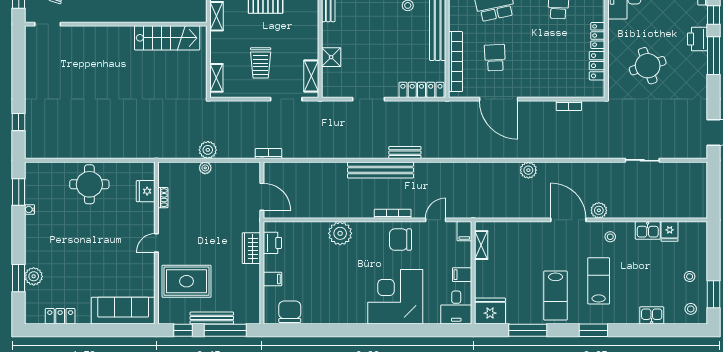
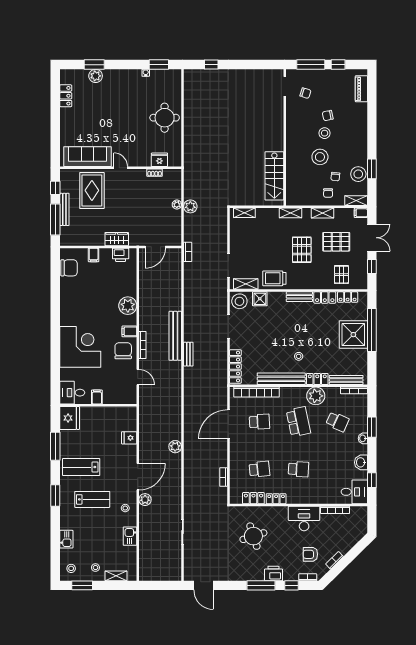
school desk: (558, 58) -> (259, 469), added
trolley: (261, 63) -> (274, 278), moved
stool: (334, 84) -> (239, 301), added
filing cabinet: (464, 231) -> (129, 331), moved
fridge: (670, 231) -> (129, 438), moved
shelving: (481, 245) -> (116, 576), moved
sofa: (123, 311) -> (87, 157), moved, turned -90

